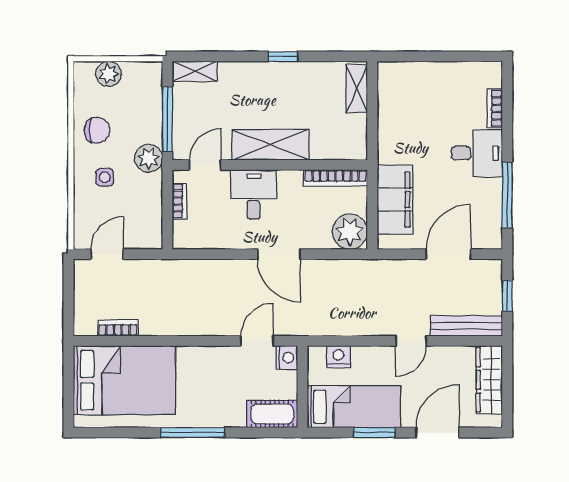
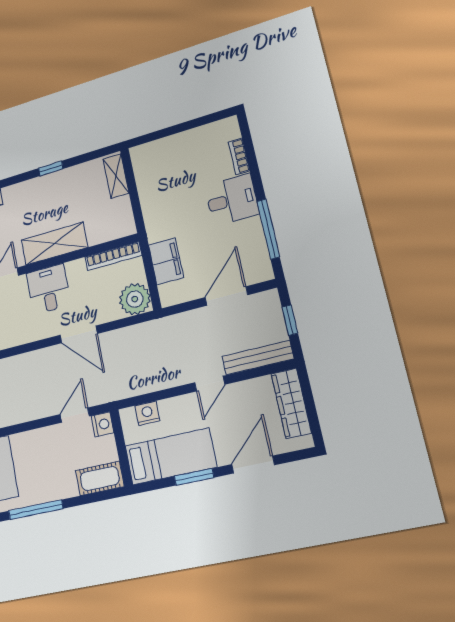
filing cabinet: (395, 200) -> (166, 261), width x0.67, depth x0.86

